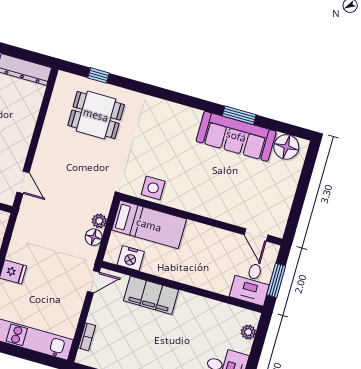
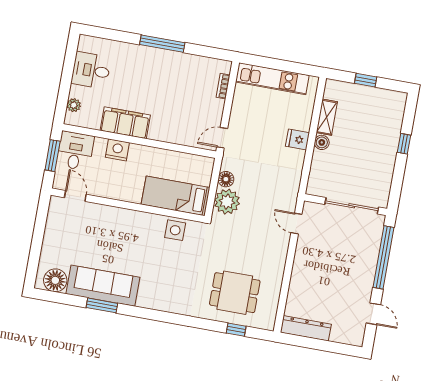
plant: (99, 221) -> (227, 202), width x1.87, depth x1.87
nightstand: (131, 258) -> (117, 150), moved
filing cabinet: (151, 295) -> (125, 123), moved

